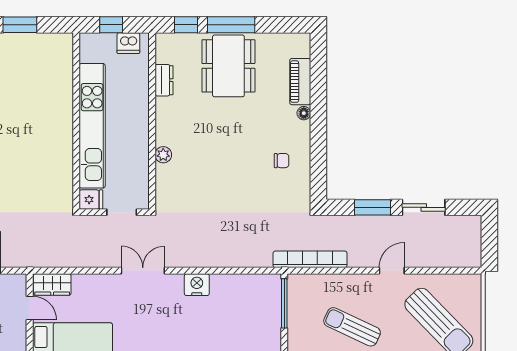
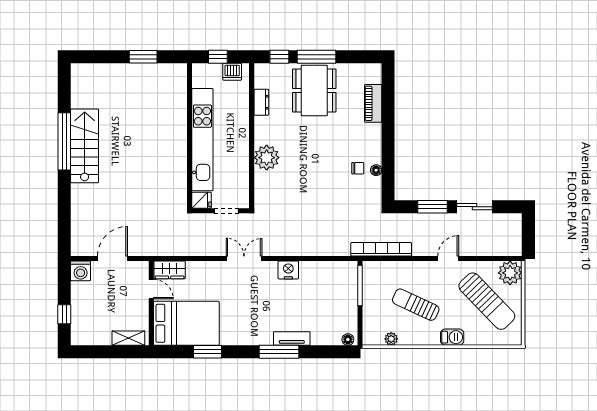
floor lamp: (304, 113) -> (376, 170), moved
plant: (163, 155) -> (267, 158), width x1.87, depth x1.87
plant: (467, 288) -> (510, 273), added

